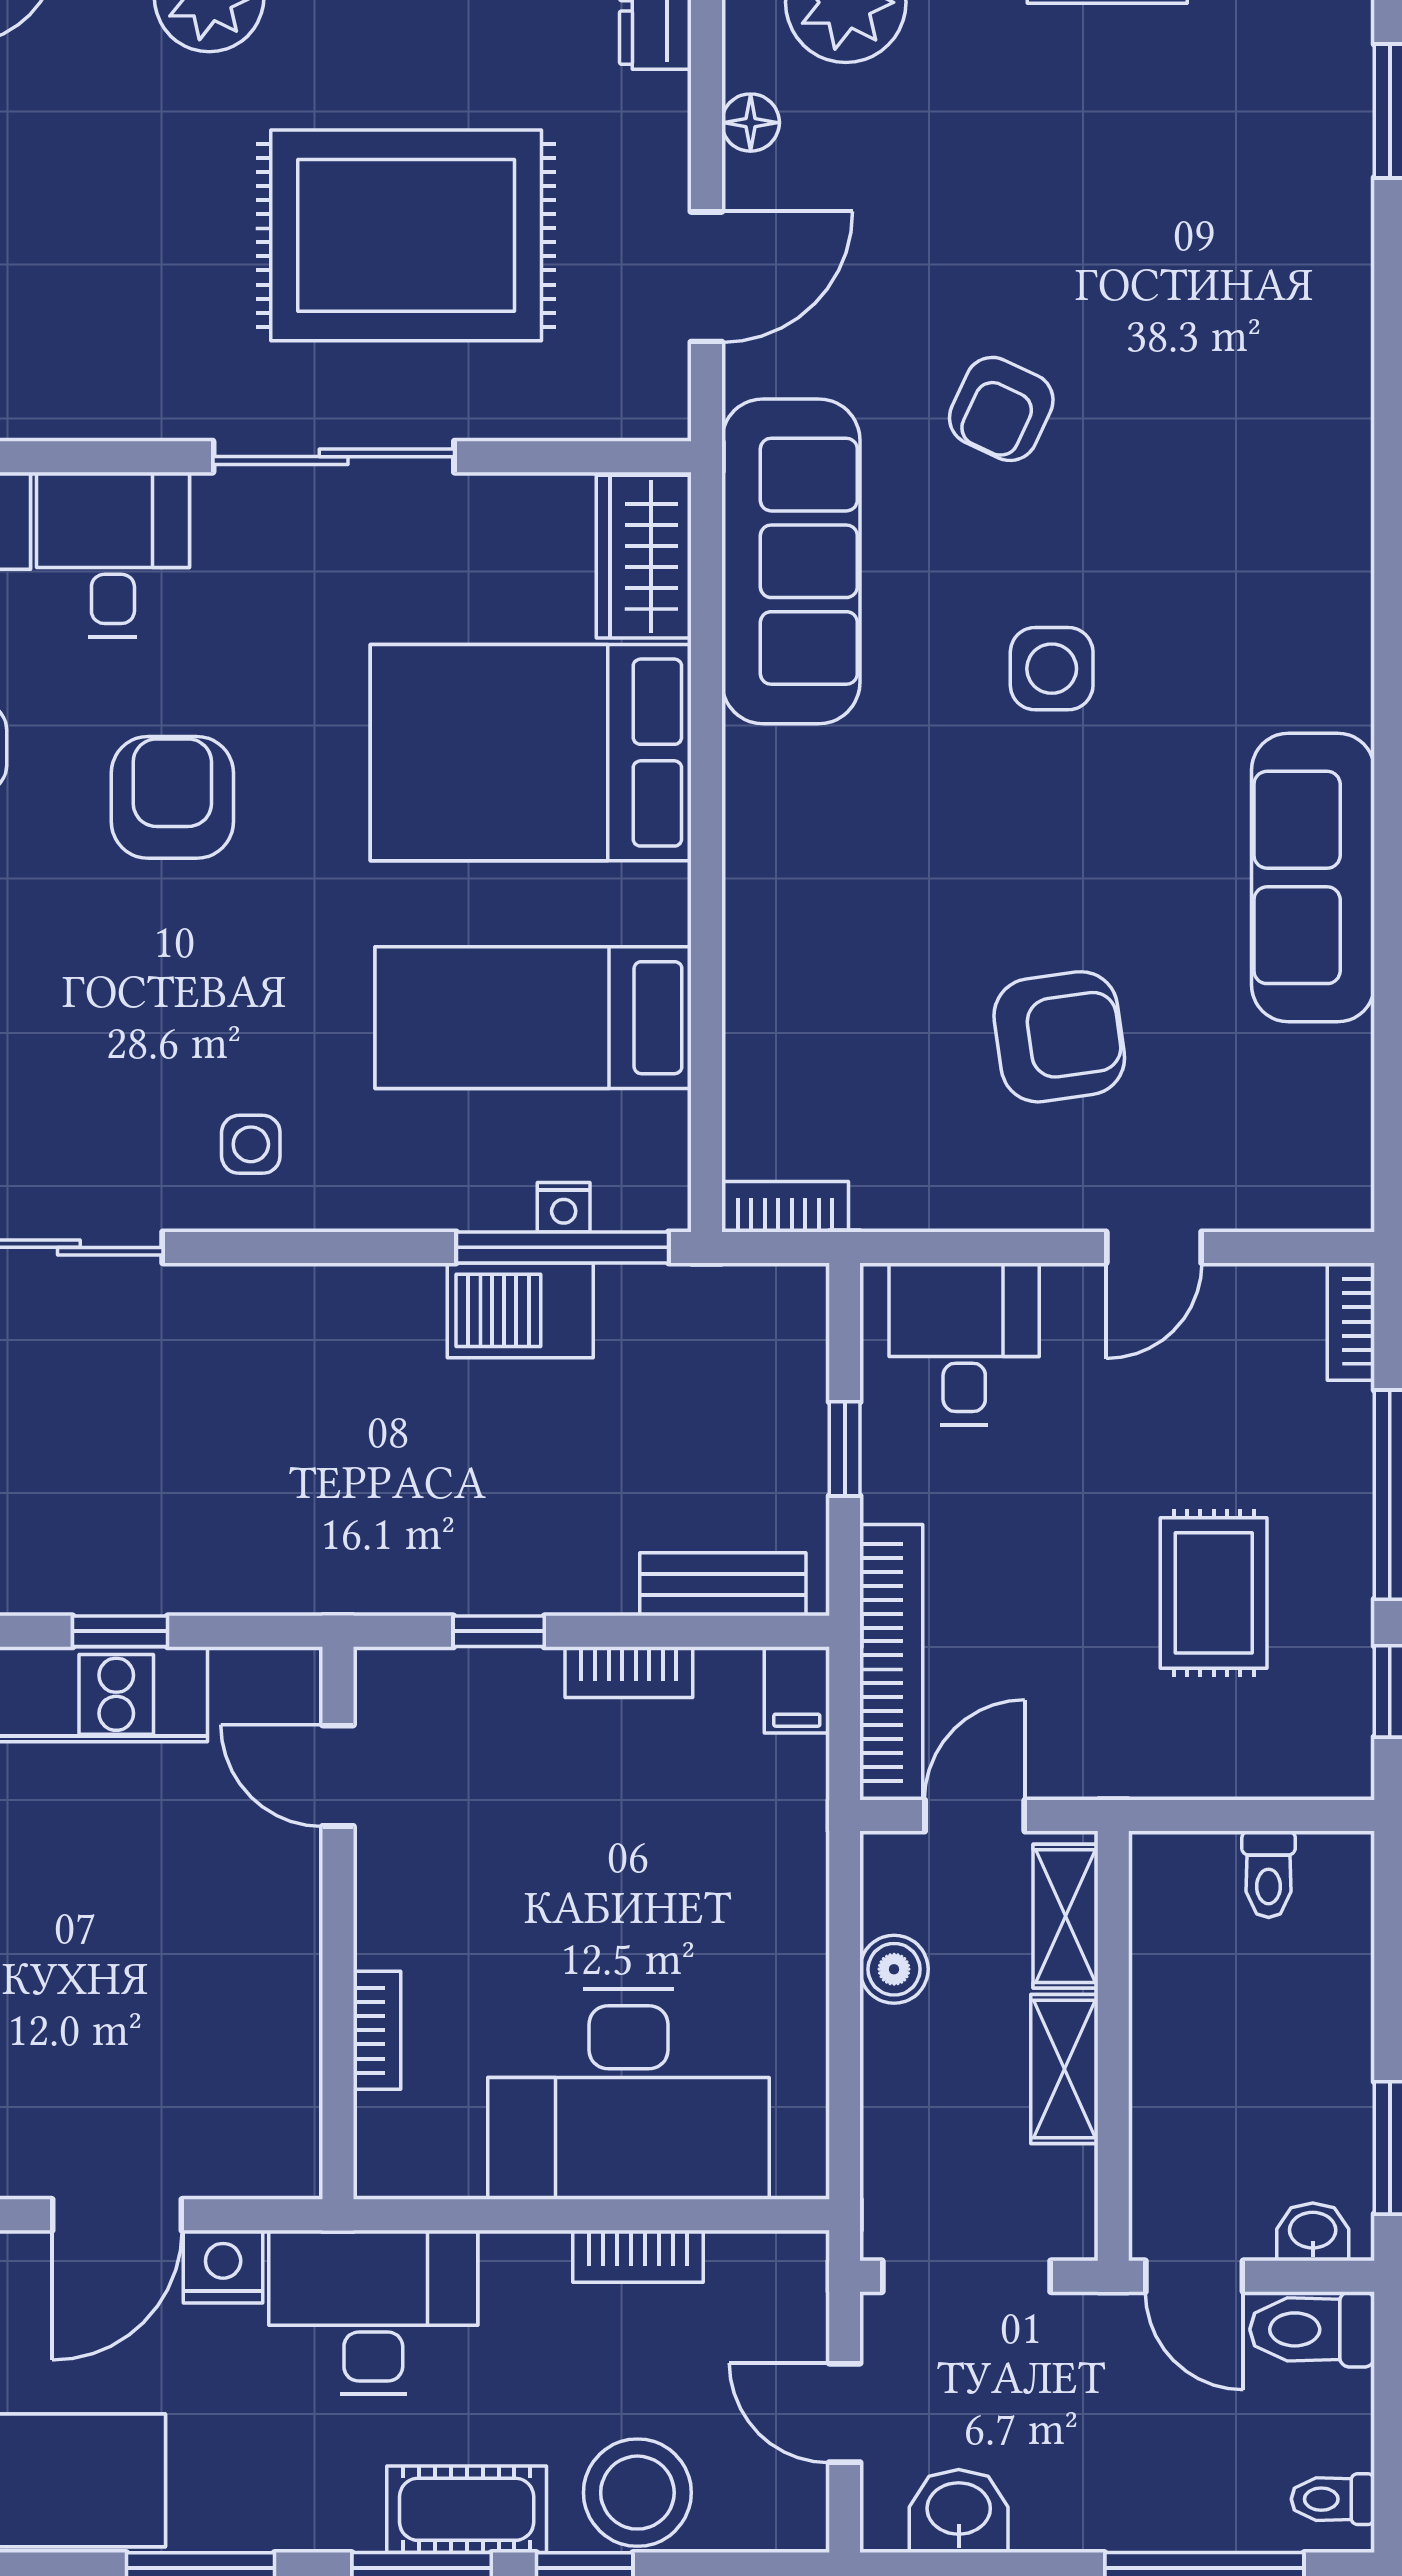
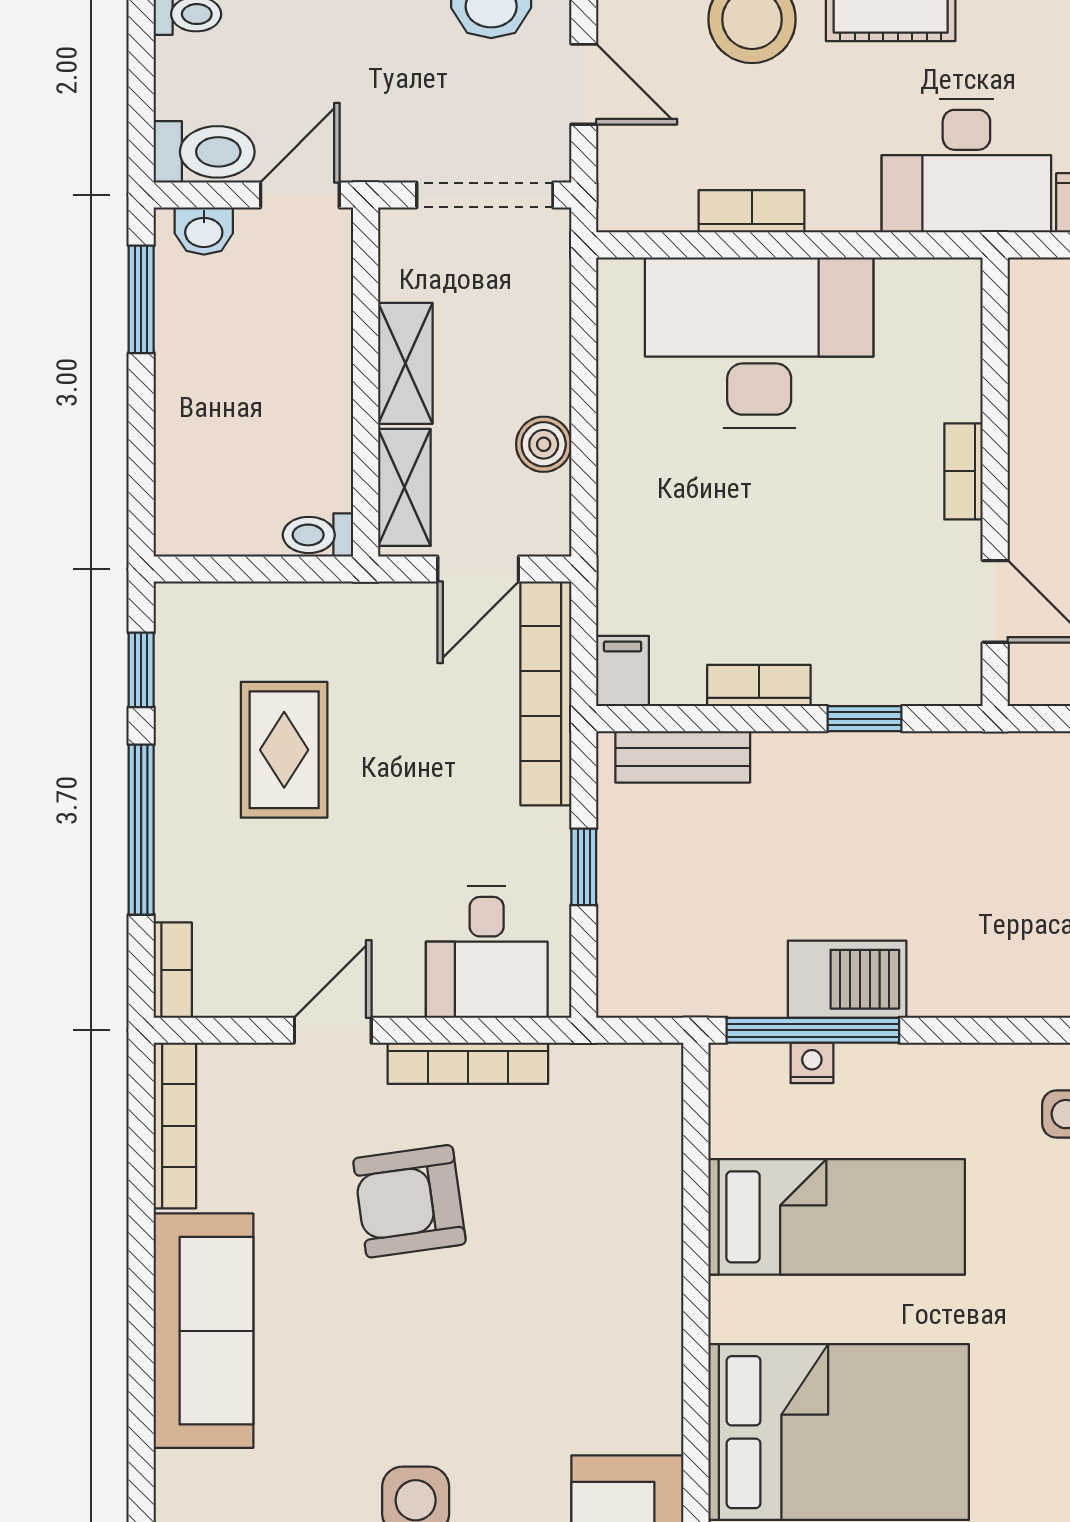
bookcase: (1348, 1130) -> (175, 1126), added
bookcase: (785, 1207) -> (468, 1063), moved, width x1.56
toilet: (1269, 1874) -> (318, 535), moved, turned -90
bookcase: (377, 2030) -> (963, 471), moved
door: (1194, 2276) -> (300, 195), hinge flipped

